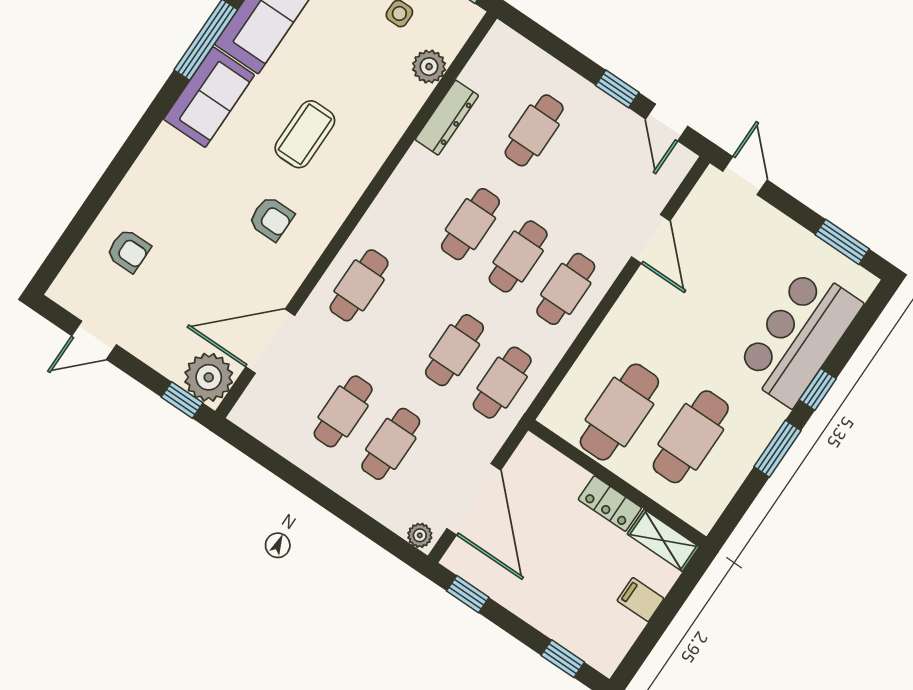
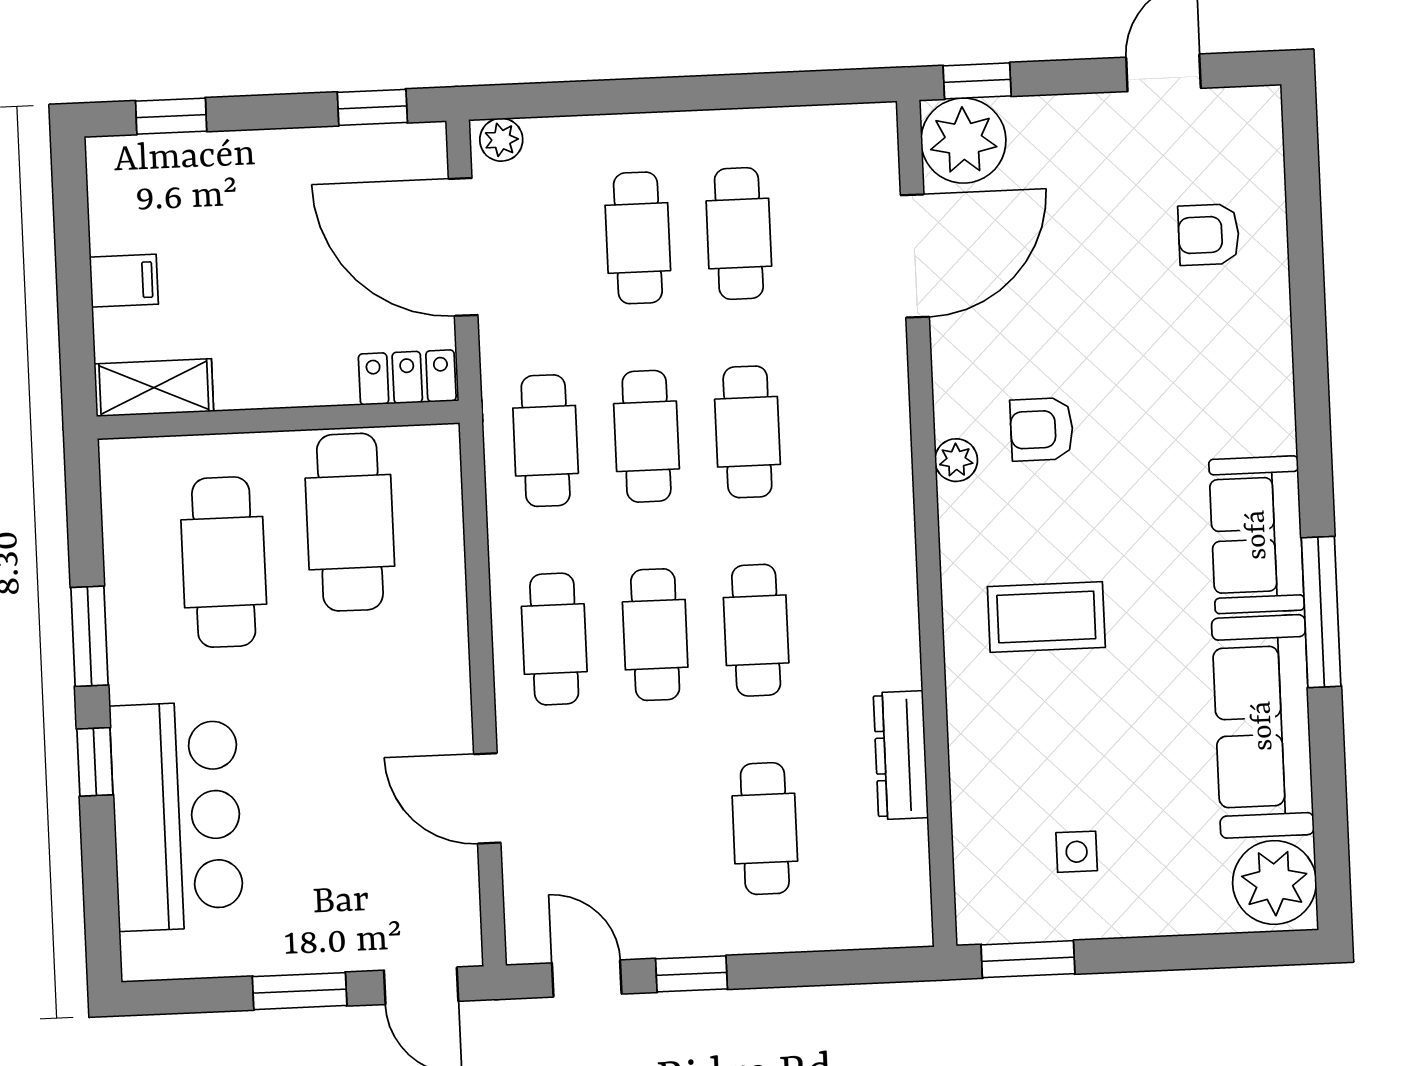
plant: (429, 67) -> (956, 460), moved, width x0.73, depth x0.73
coffee table: (305, 134) -> (1046, 617), moved, turned 90
window: (842, 242) -> (300, 991), moved
cafe table: (359, 285) -> (747, 432), moved
locker: (610, 504) -> (407, 377), moved

